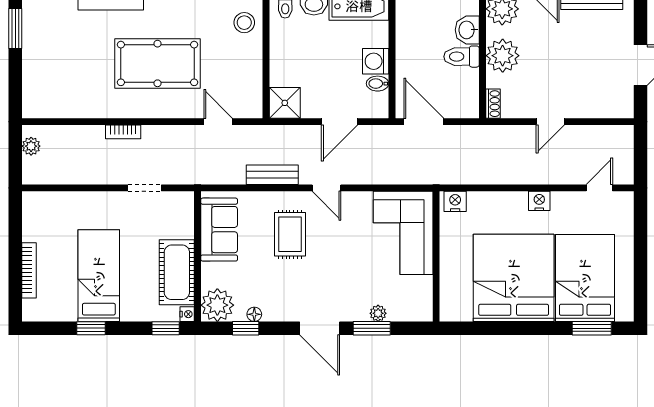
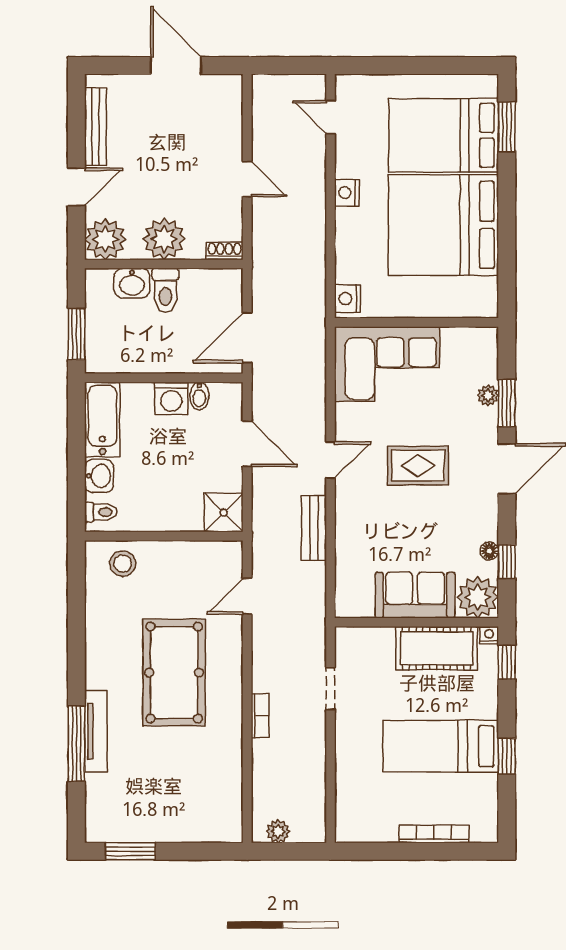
sofa: (219, 230) -> (415, 595), moved
rug: (290, 234) -> (418, 466), moved

